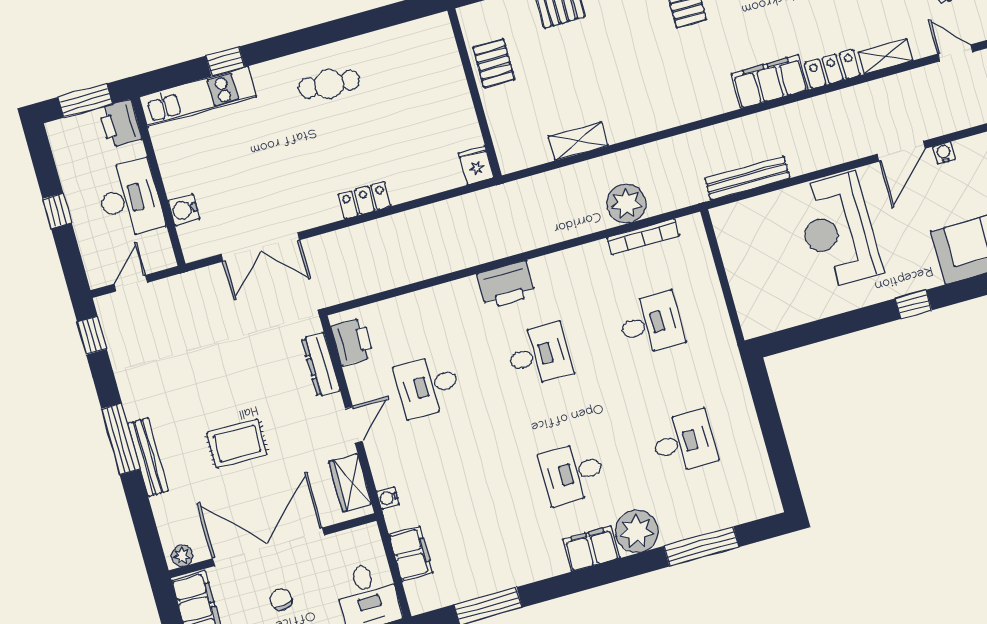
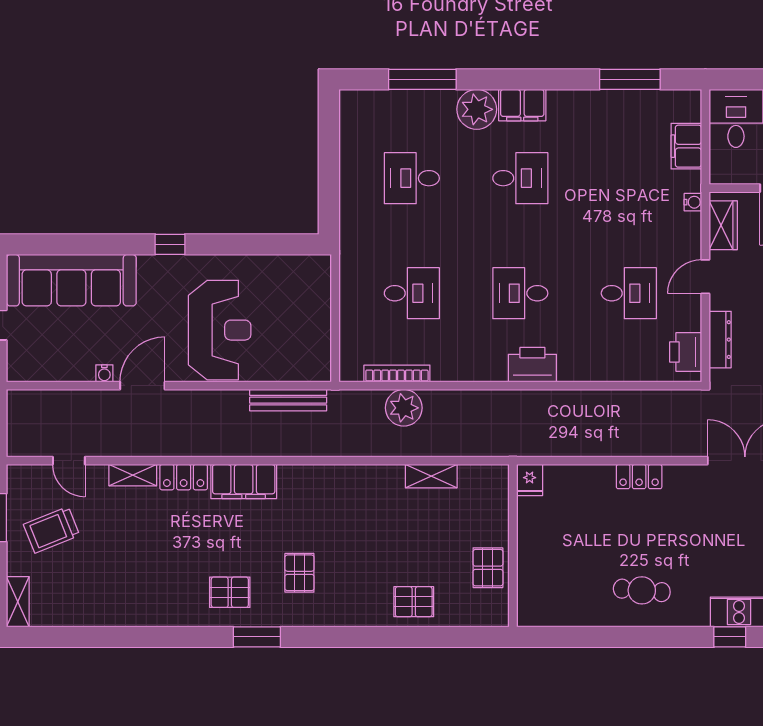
desk: (651, 324) -> (412, 293), turned 180

